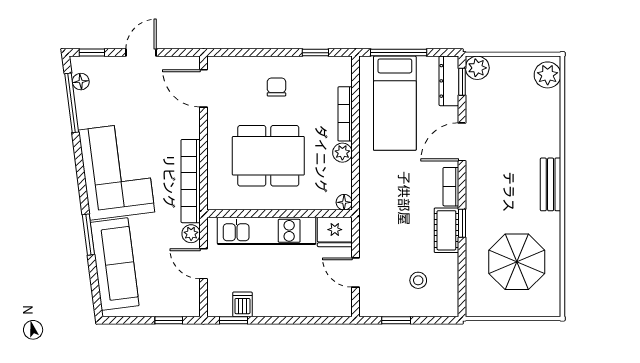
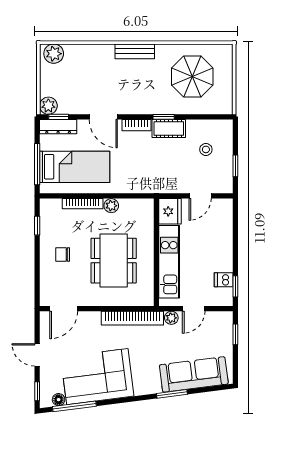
corner sofa: (117, 171) -> (97, 377), moved
floor lamp: (344, 202) -> (148, 204), removed

